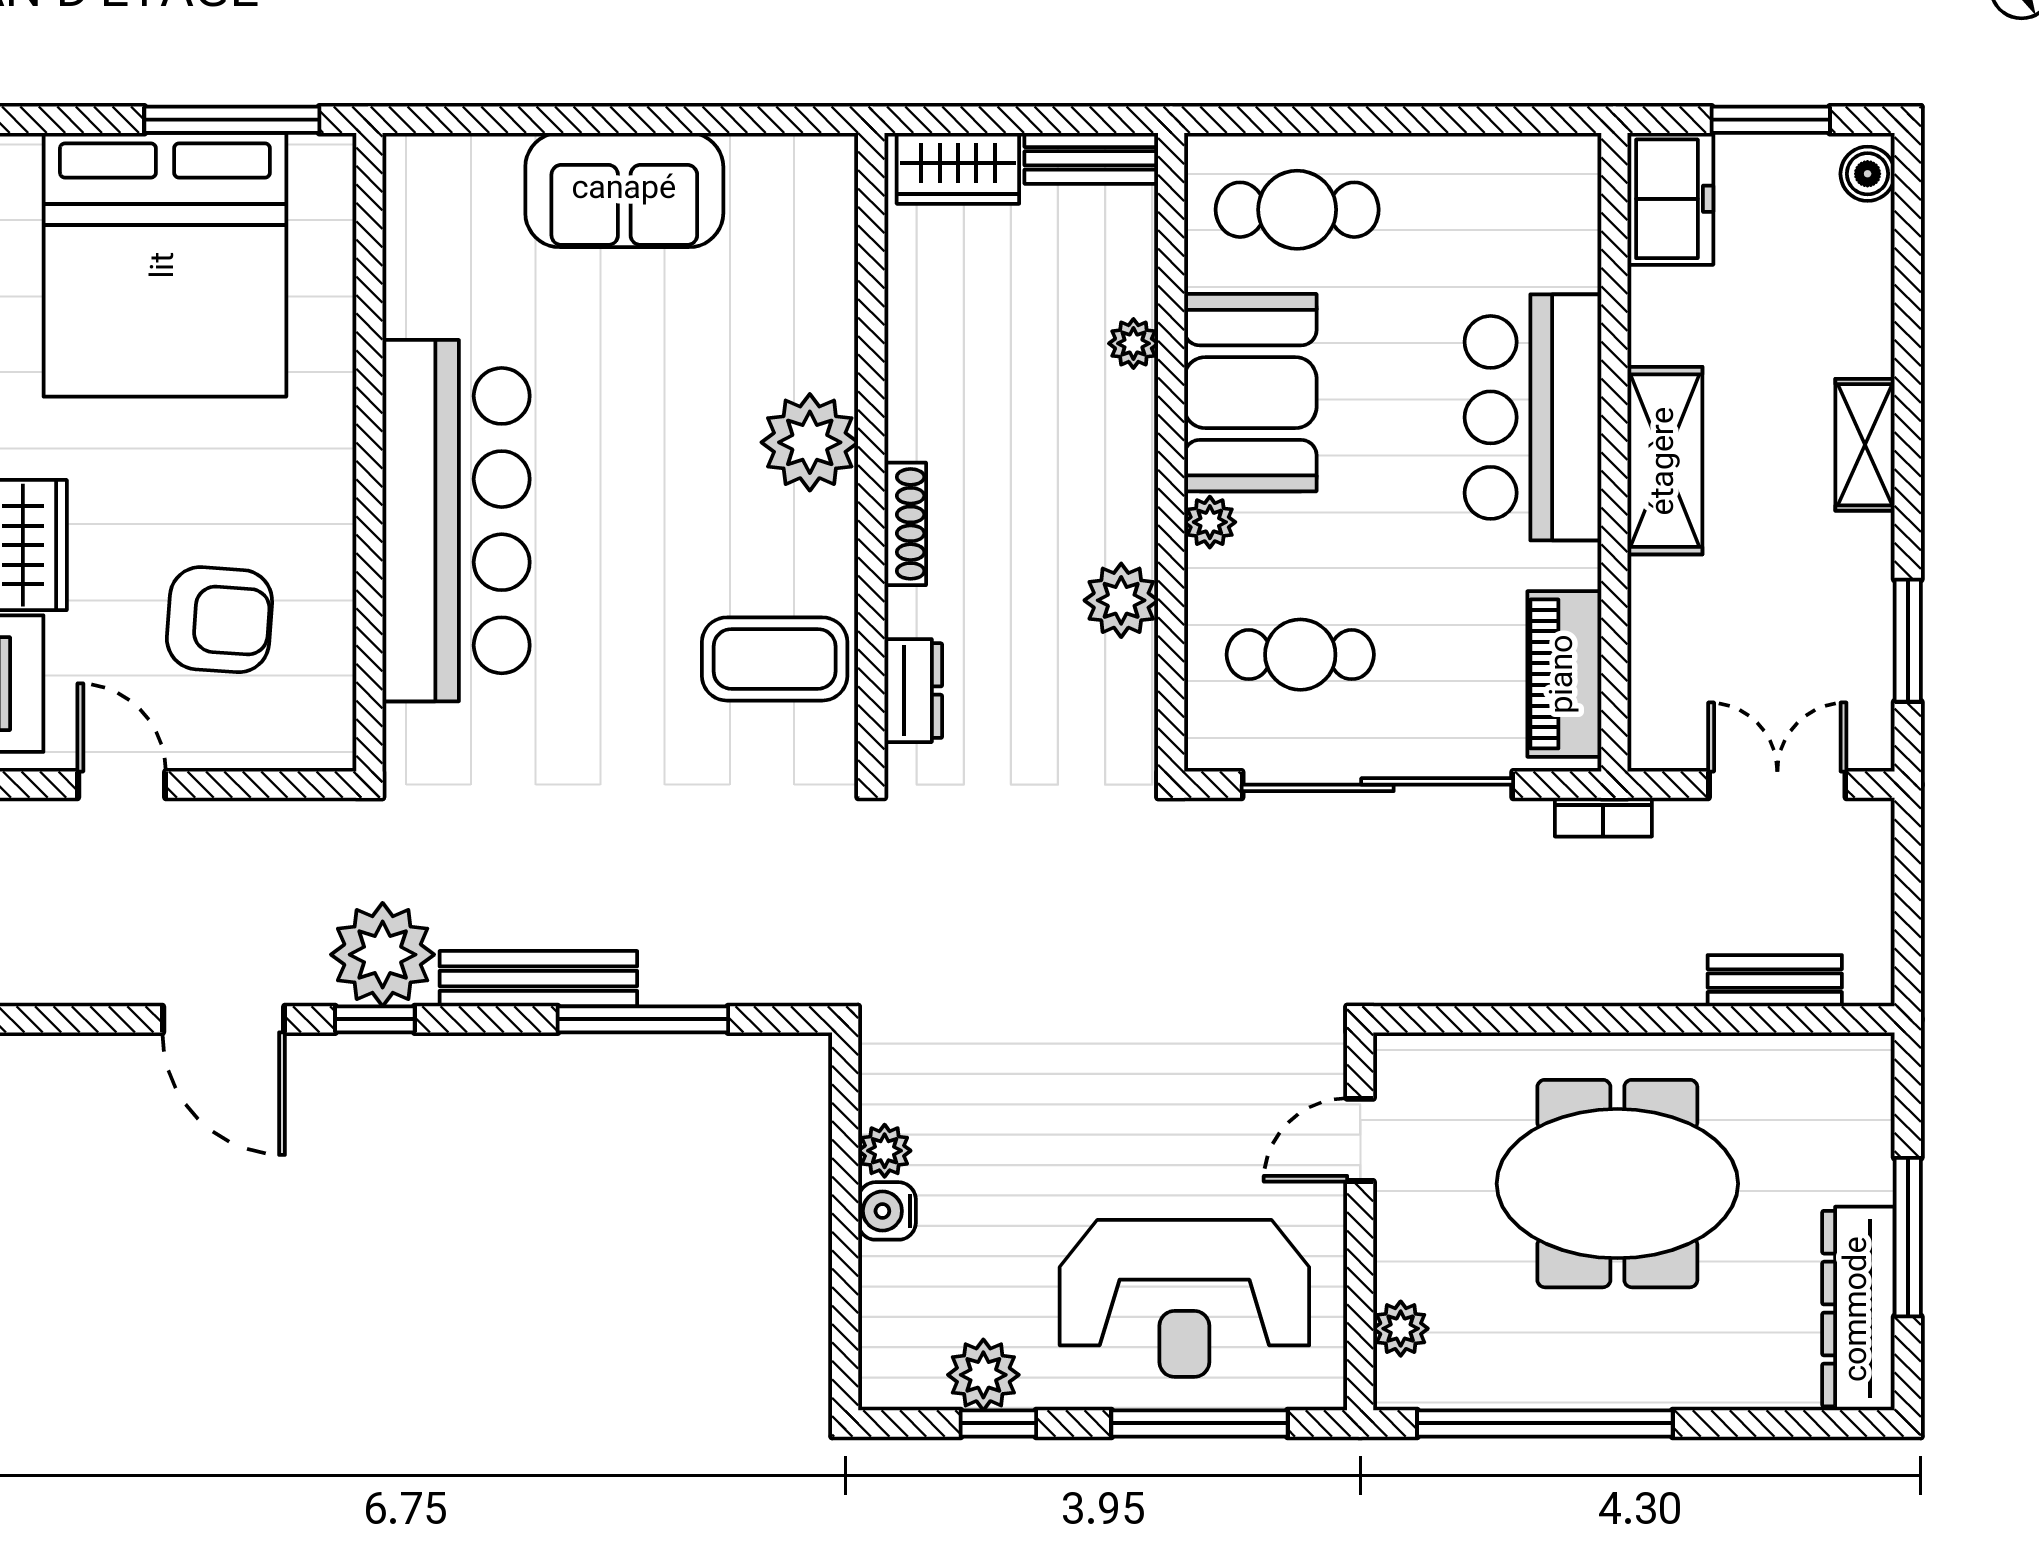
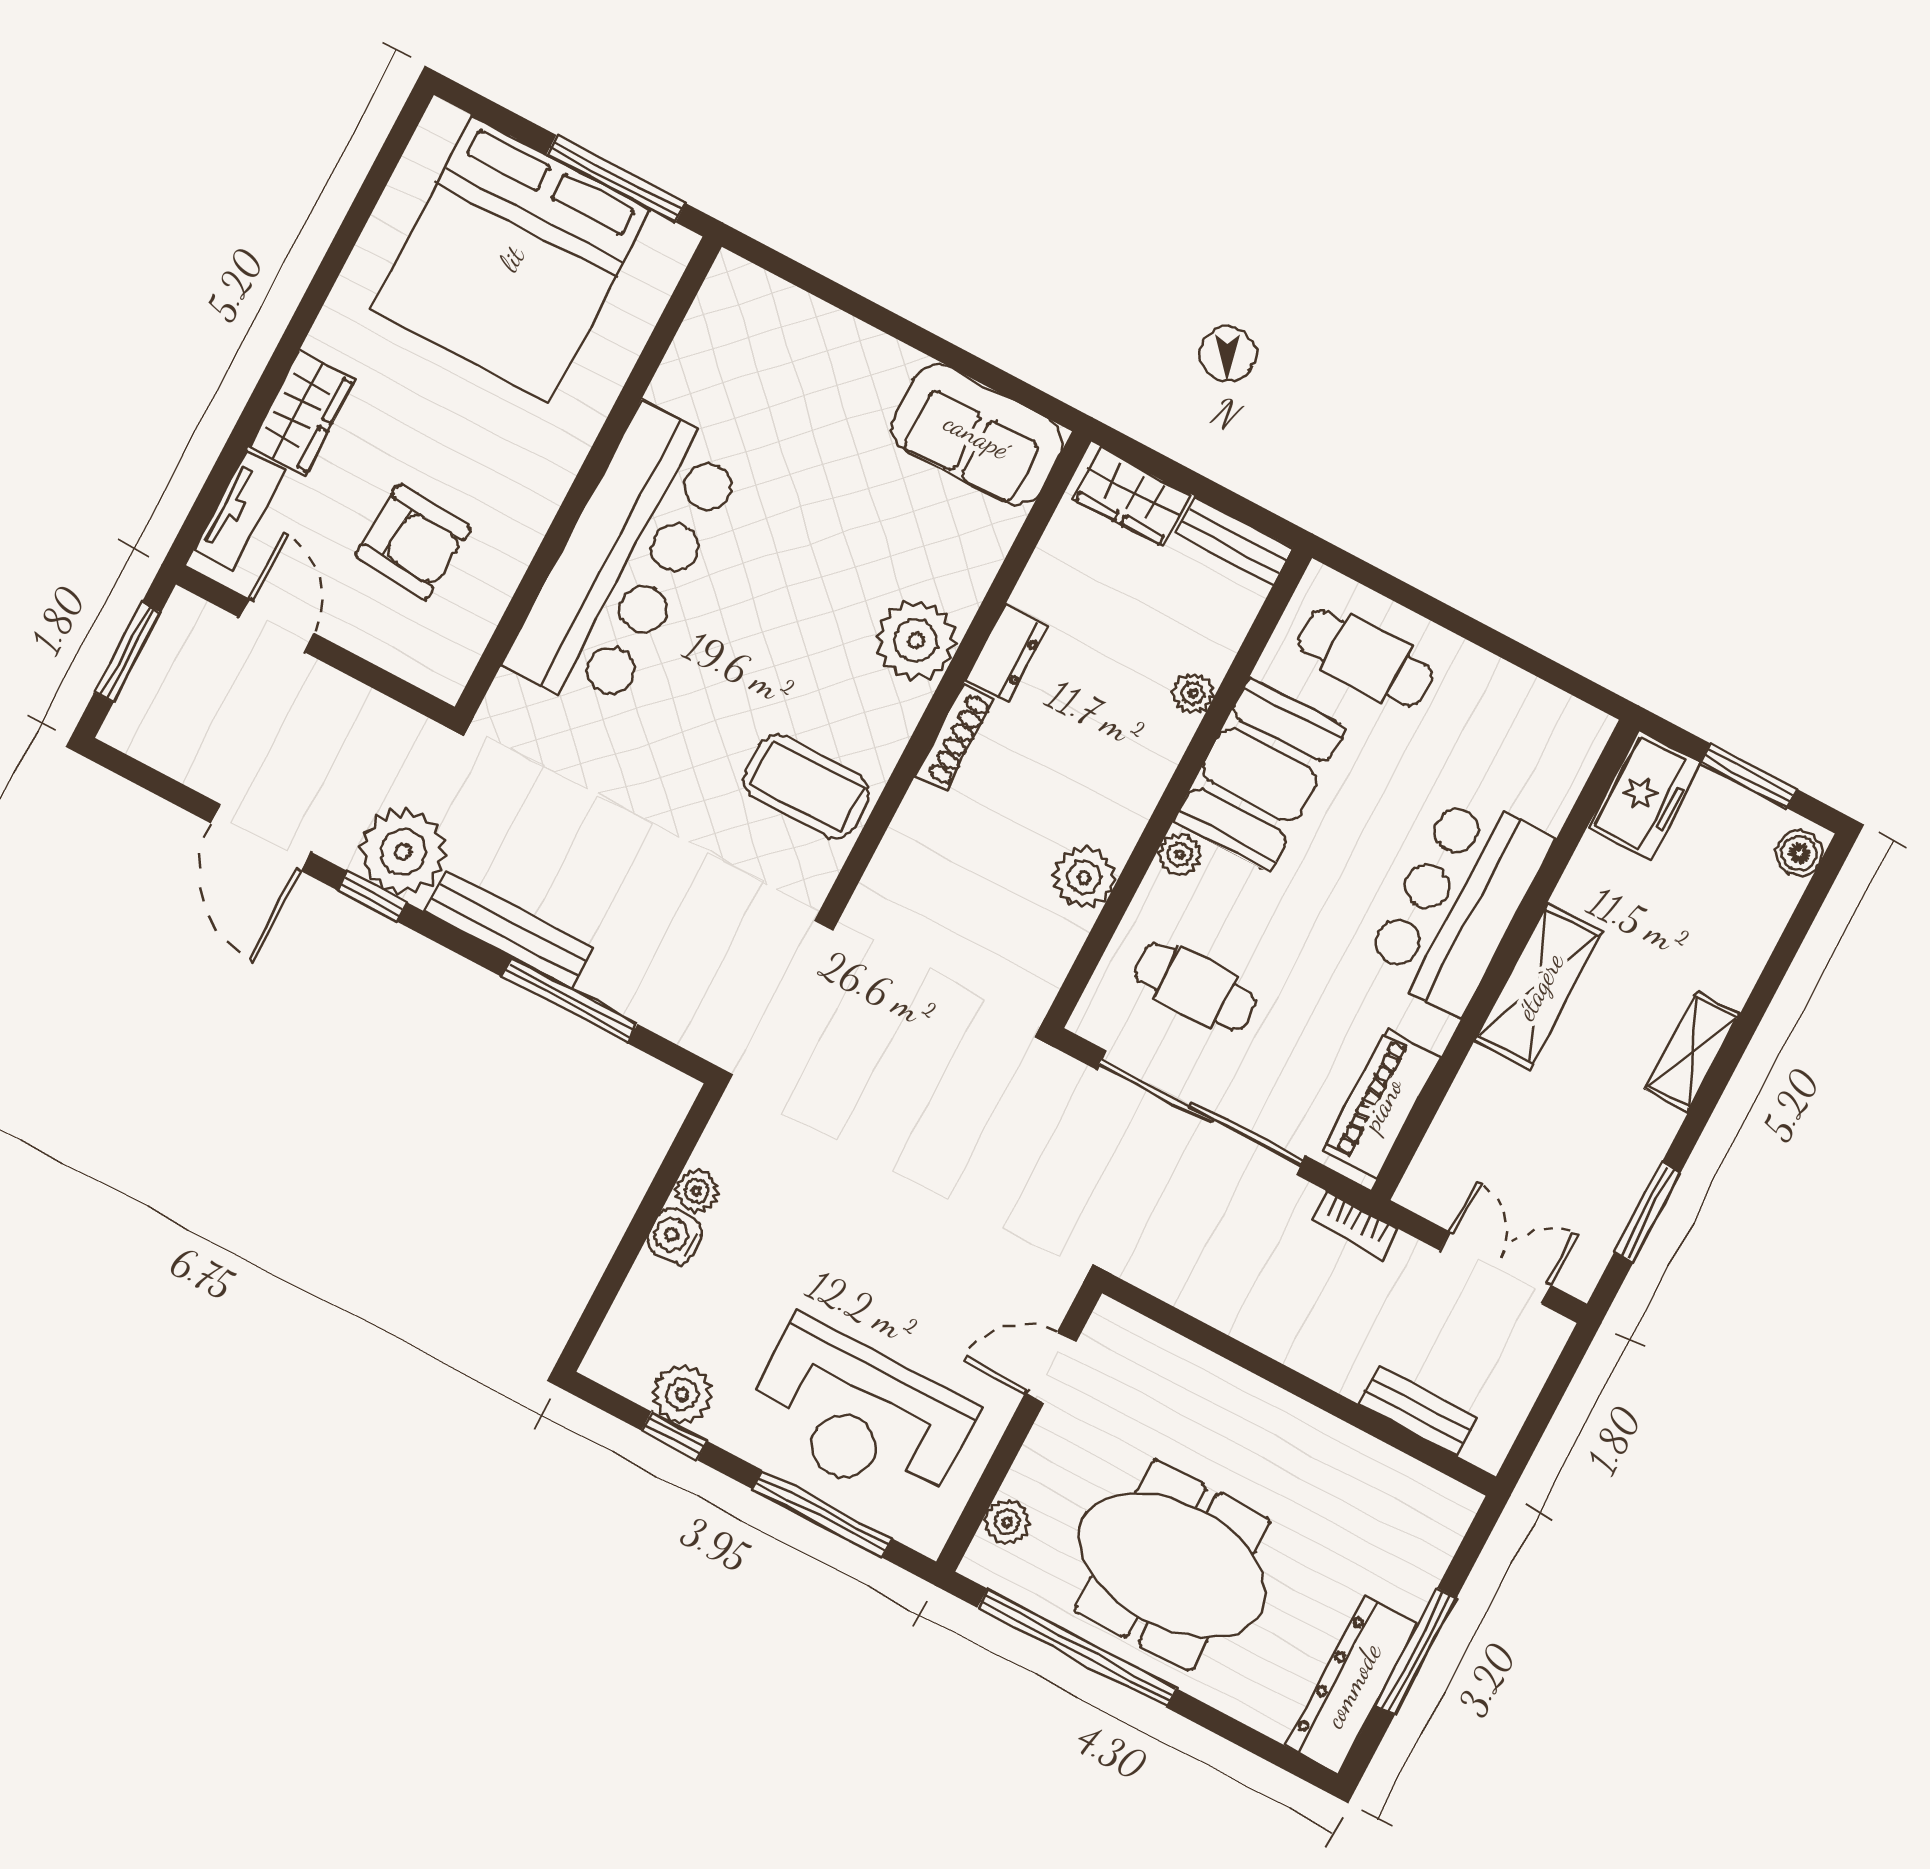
sofa: (624, 190) -> (977, 435), moved
dresser: (913, 691) -> (1007, 654), moved
meeting table: (1617, 1184) -> (1172, 1565), moved

